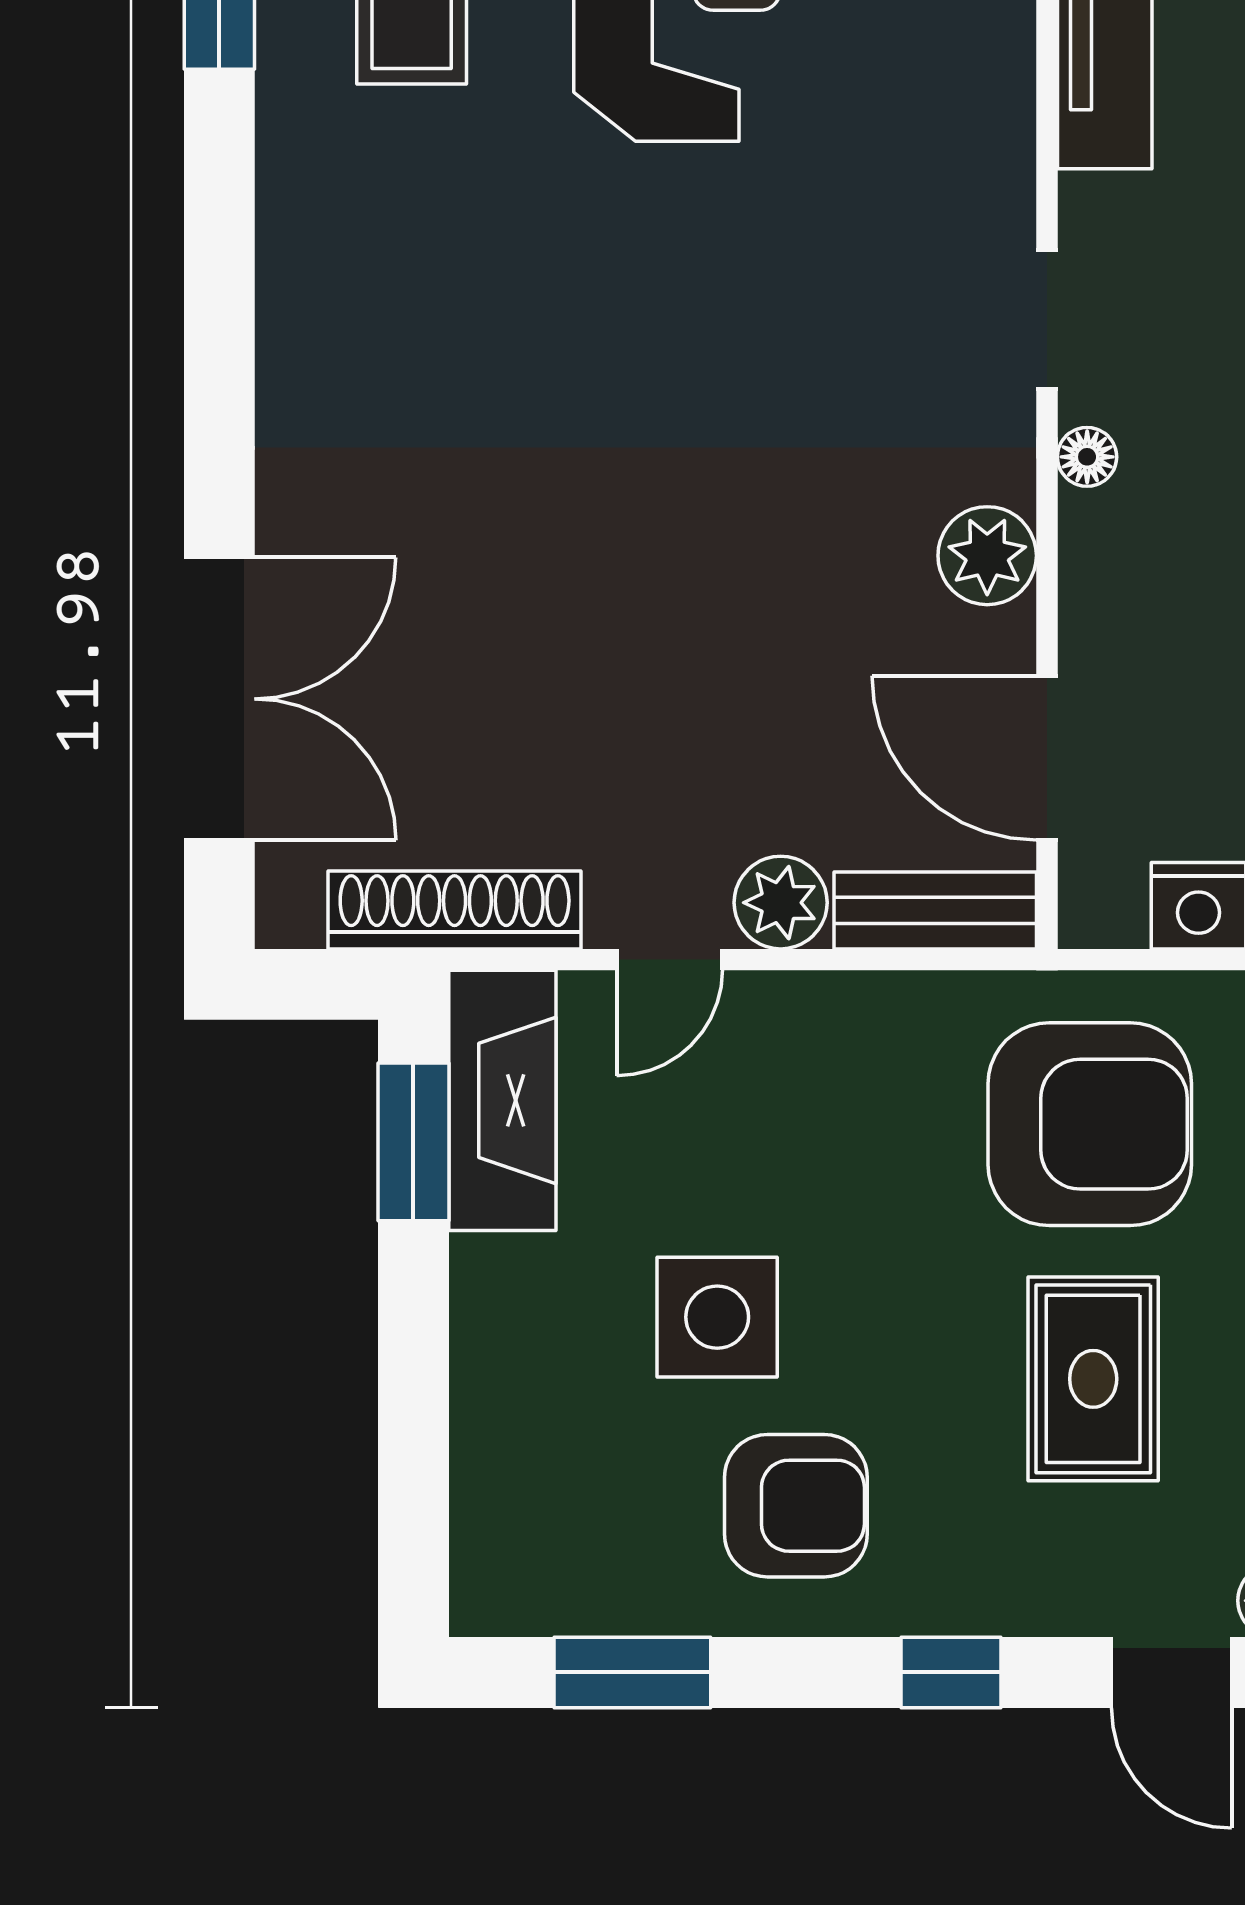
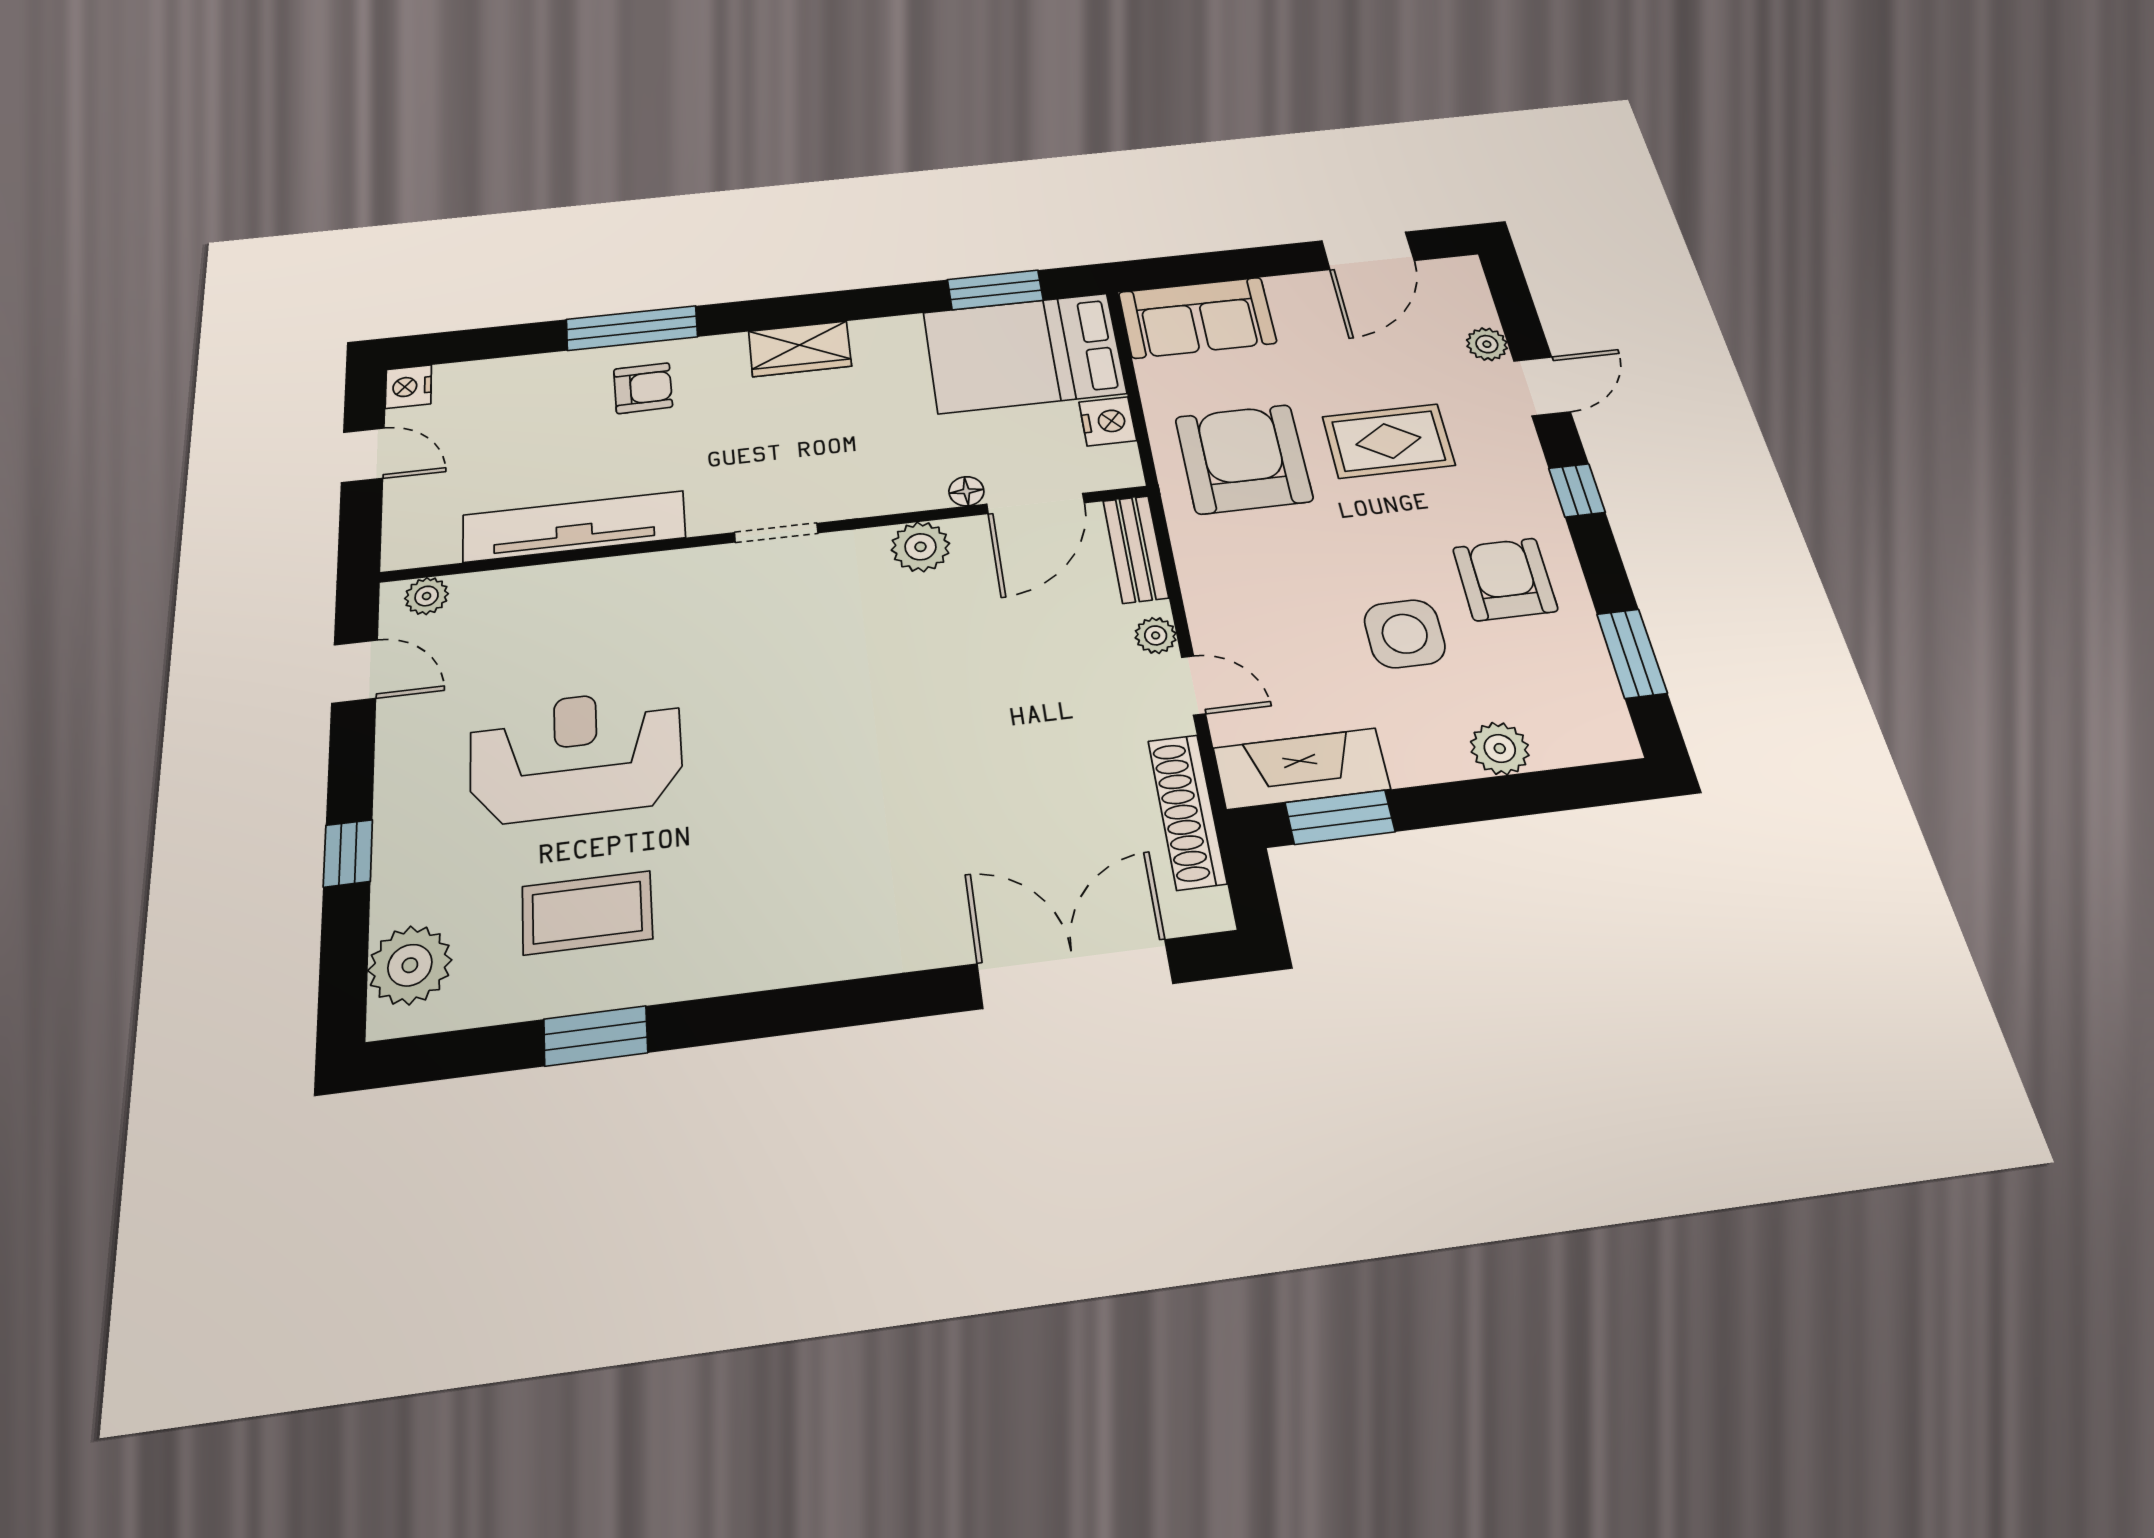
floor lamp: (1087, 457) -> (966, 491), moved
plant: (781, 903) -> (1156, 635), width x0.73, depth x0.73
plant: (495, 1417) -> (1500, 748), added

